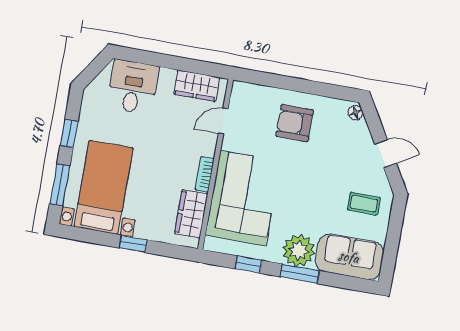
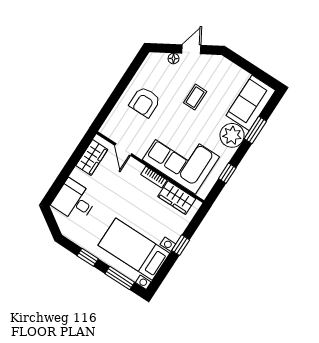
floor lamp: (356, 113) -> (174, 59), moved
coffee table: (364, 204) -> (195, 97), moved
window: (300, 274) -> (255, 130), moved

